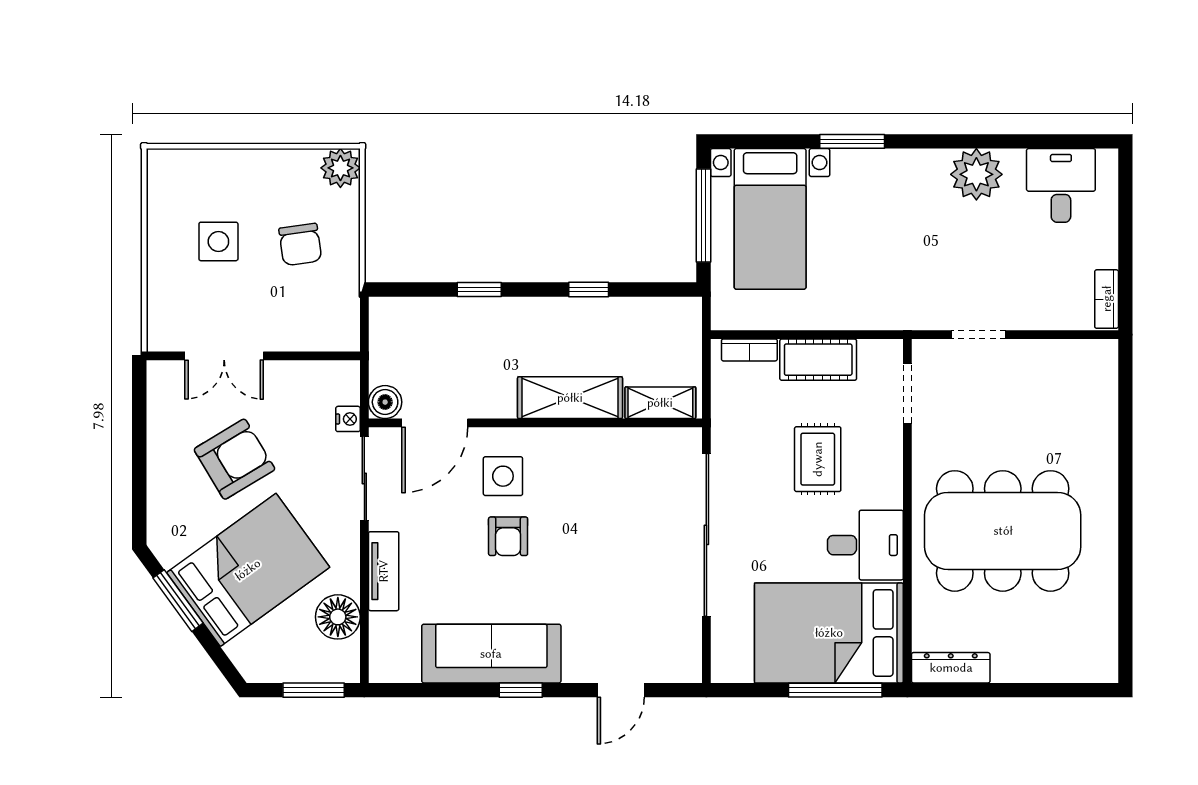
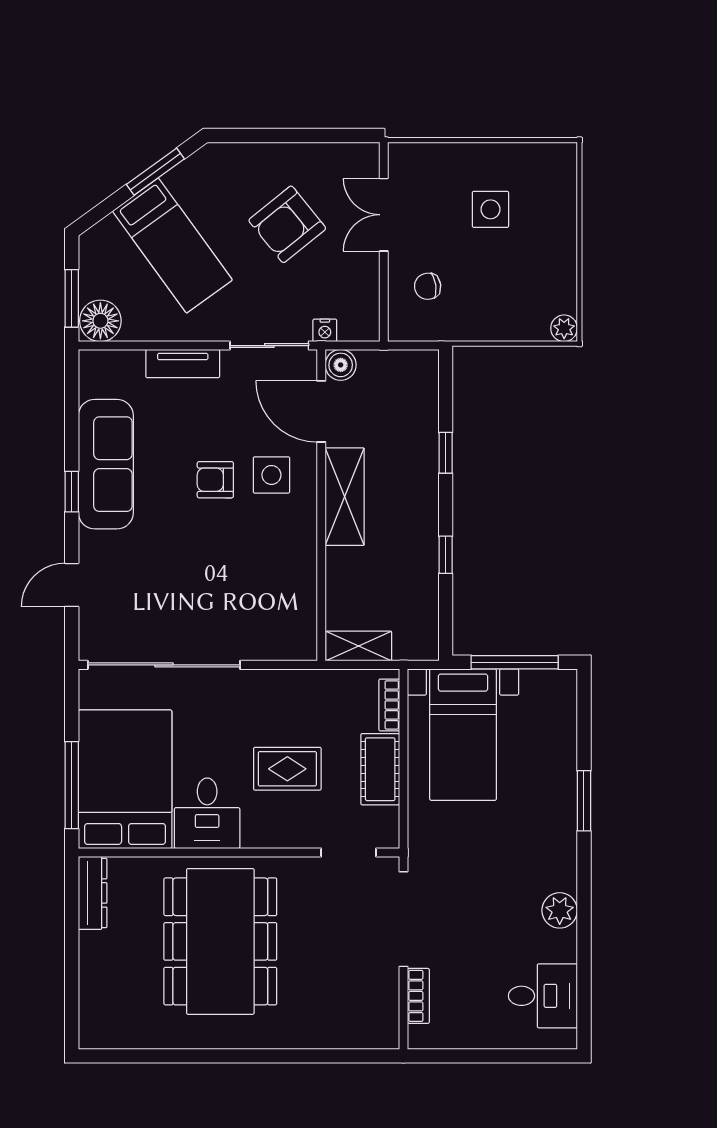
plant: (340, 168) -> (564, 328), width x0.73, depth x0.73
plant: (976, 174) -> (560, 910), width x0.73, depth x0.73
bed with nightstands: (770, 219) -> (463, 735), moved, turned -90
chair: (300, 244) -> (428, 286), moved, width x0.73, depth x0.73
bookcase: (1107, 299) -> (418, 996), moved, turned 90
doorway: (979, 335) -> (404, 919), width x1.88
shelving: (570, 398) -> (345, 497), moved
shelving: (660, 403) -> (359, 646), moved, turned 90
armchair: (234, 459) -> (287, 224), turned 82
sliding door: (706, 535) -> (164, 665), moved
bed: (248, 570) -> (172, 245), width x0.67
floor lamp: (338, 617) -> (100, 321), moved
door: (621, 690) -> (72, 585), hinge flipped

